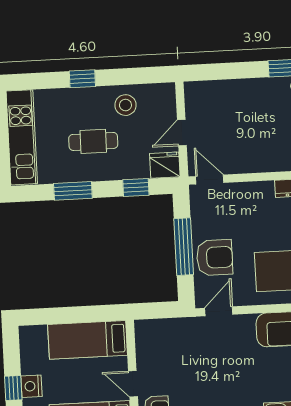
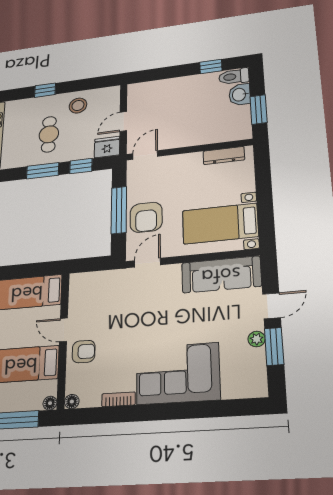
cafe table: (93, 141) -> (49, 134), turned 90
door: (210, 180) -> (145, 155), hinge flipped
window: (73, 191) -> (43, 171), moved
armchair: (215, 257) -> (146, 217), turned 90

